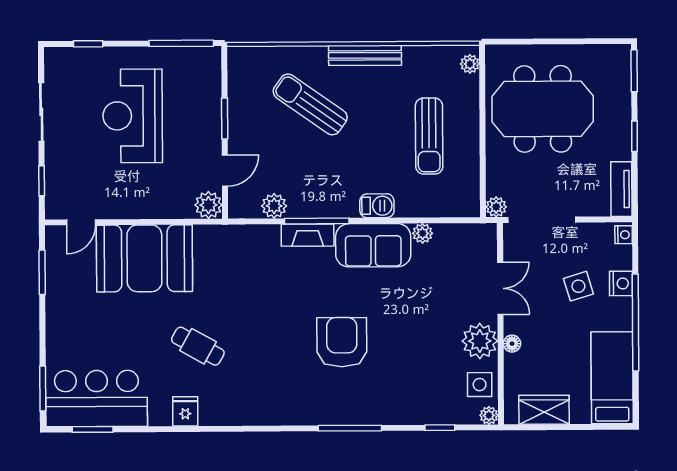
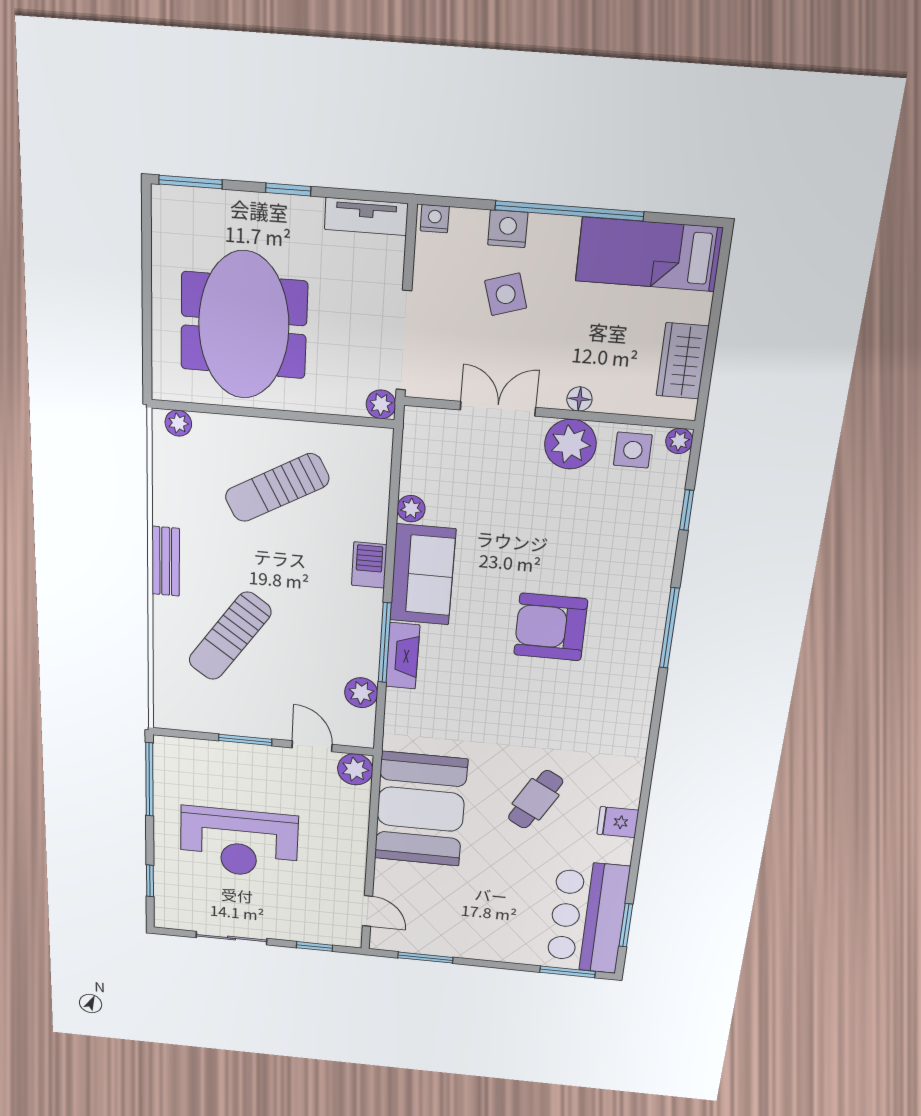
bench: (365, 55) -> (166, 561), width x0.73
sun lounger: (429, 136) -> (277, 488), turned 151
booth: (144, 258) -> (421, 809), moved

